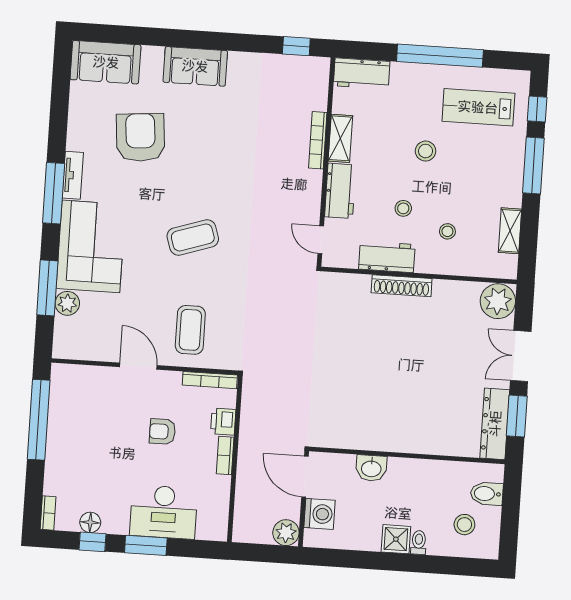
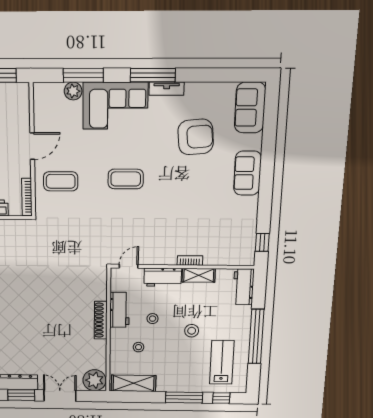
bookcase: (318, 140) -> (190, 260), width x0.64
shelving: (510, 231) -> (134, 383), width x1.50, depth x1.33
coffee table: (193, 237) -> (126, 179), turned -72

